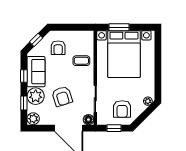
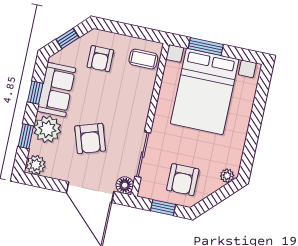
coffee table: (81, 61) -> (143, 59), moved

